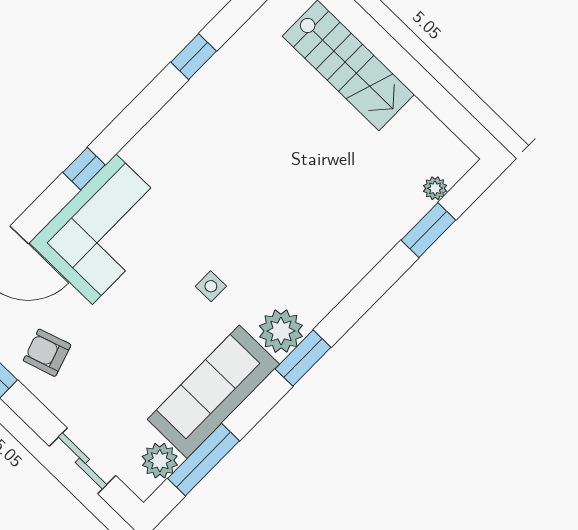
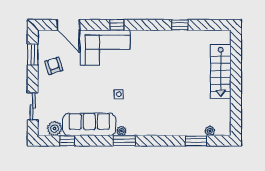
plant: (281, 331) -> (122, 131), width x0.53, depth x0.53
window: (203, 460) -> (67, 141), width x0.46

